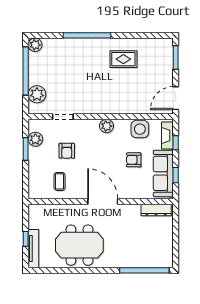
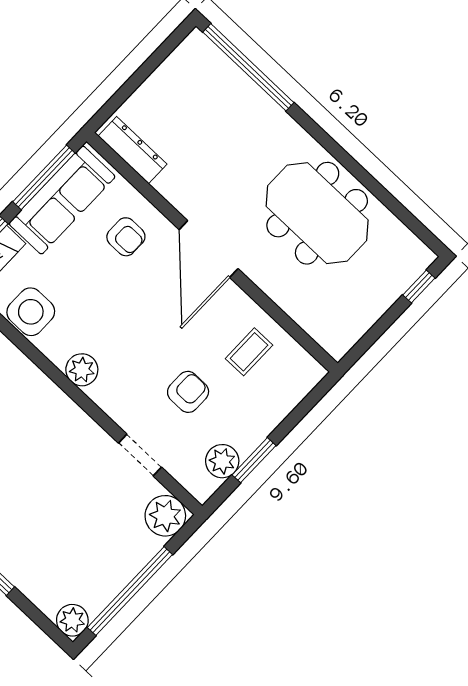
plant: (37, 94) -> (165, 516), moved
armchair: (134, 160) -> (126, 237), moved
window: (176, 175) -> (44, 177), width x2.17
window: (26, 239) -> (419, 286), moved
tv unit: (33, 249) -> (400, 281), removed

